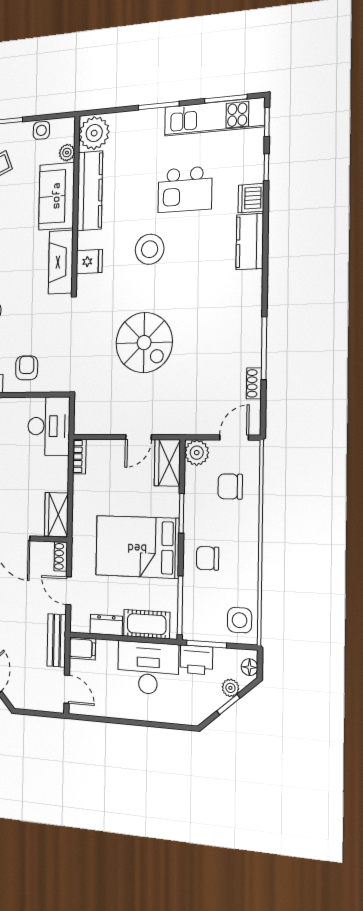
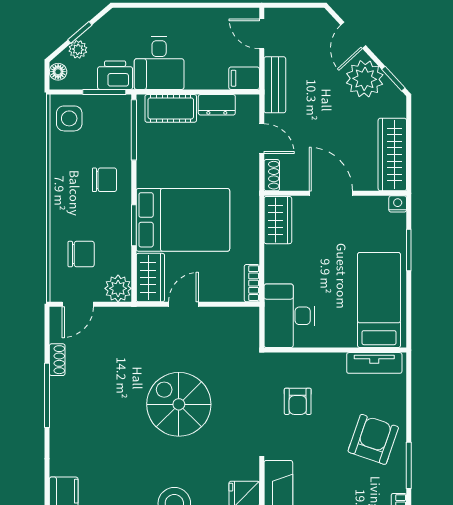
armchair: (27, 368) -> (298, 401), moved
bed: (137, 547) -> (183, 220), moved
desk: (148, 668) -> (159, 63), width x0.73

